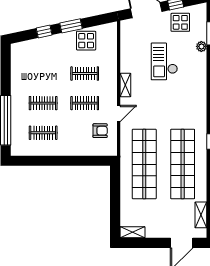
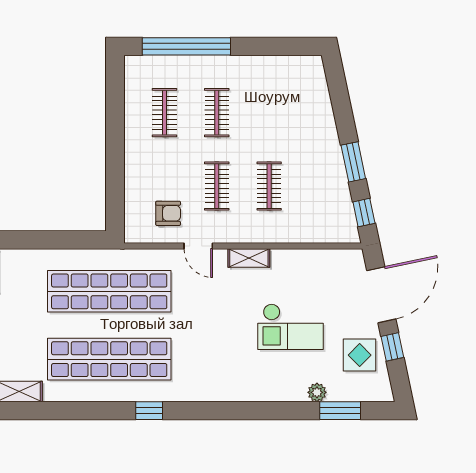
window: (44, 32) -> (364, 213), moved
display table: (86, 41) -> (327, 189), removed
checkout: (164, 61) -> (291, 327), turned 180
armchair: (100, 131) -> (168, 213), turned -90

